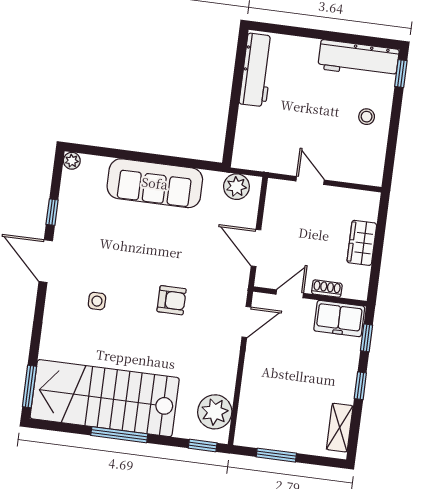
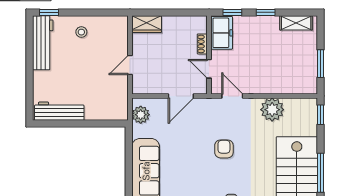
wardrobe: (362, 243) -> (147, 24), moved
plant: (215, 412) -> (272, 110), moved

